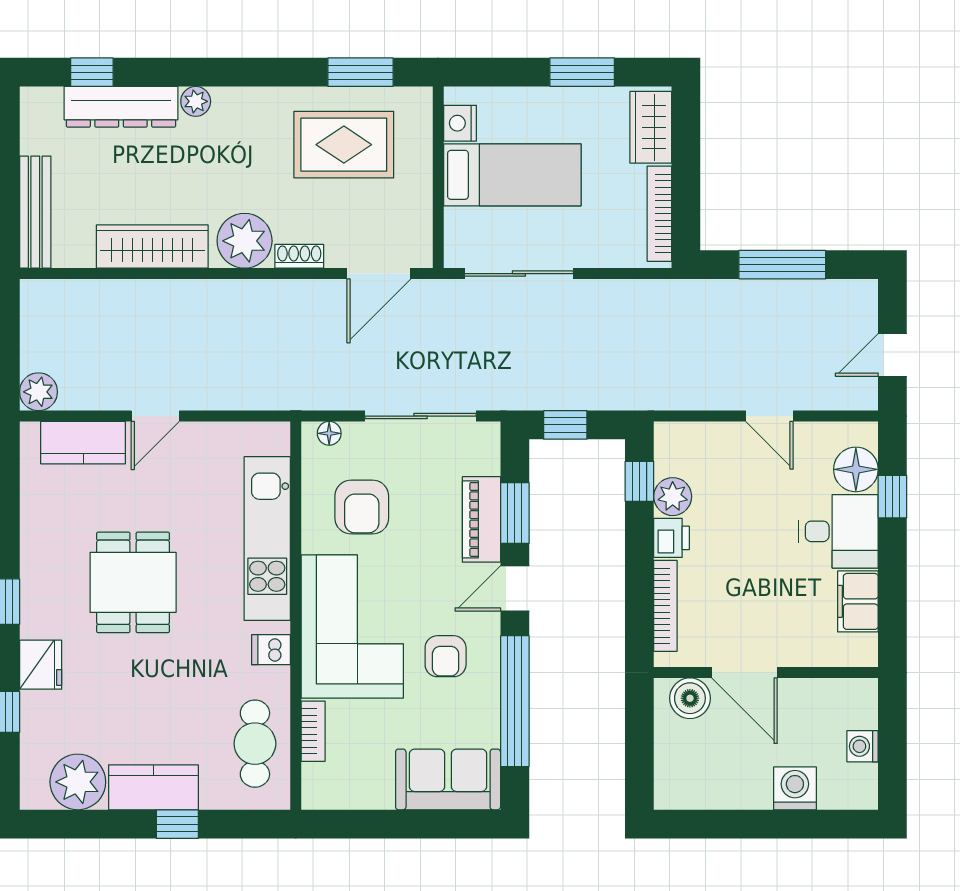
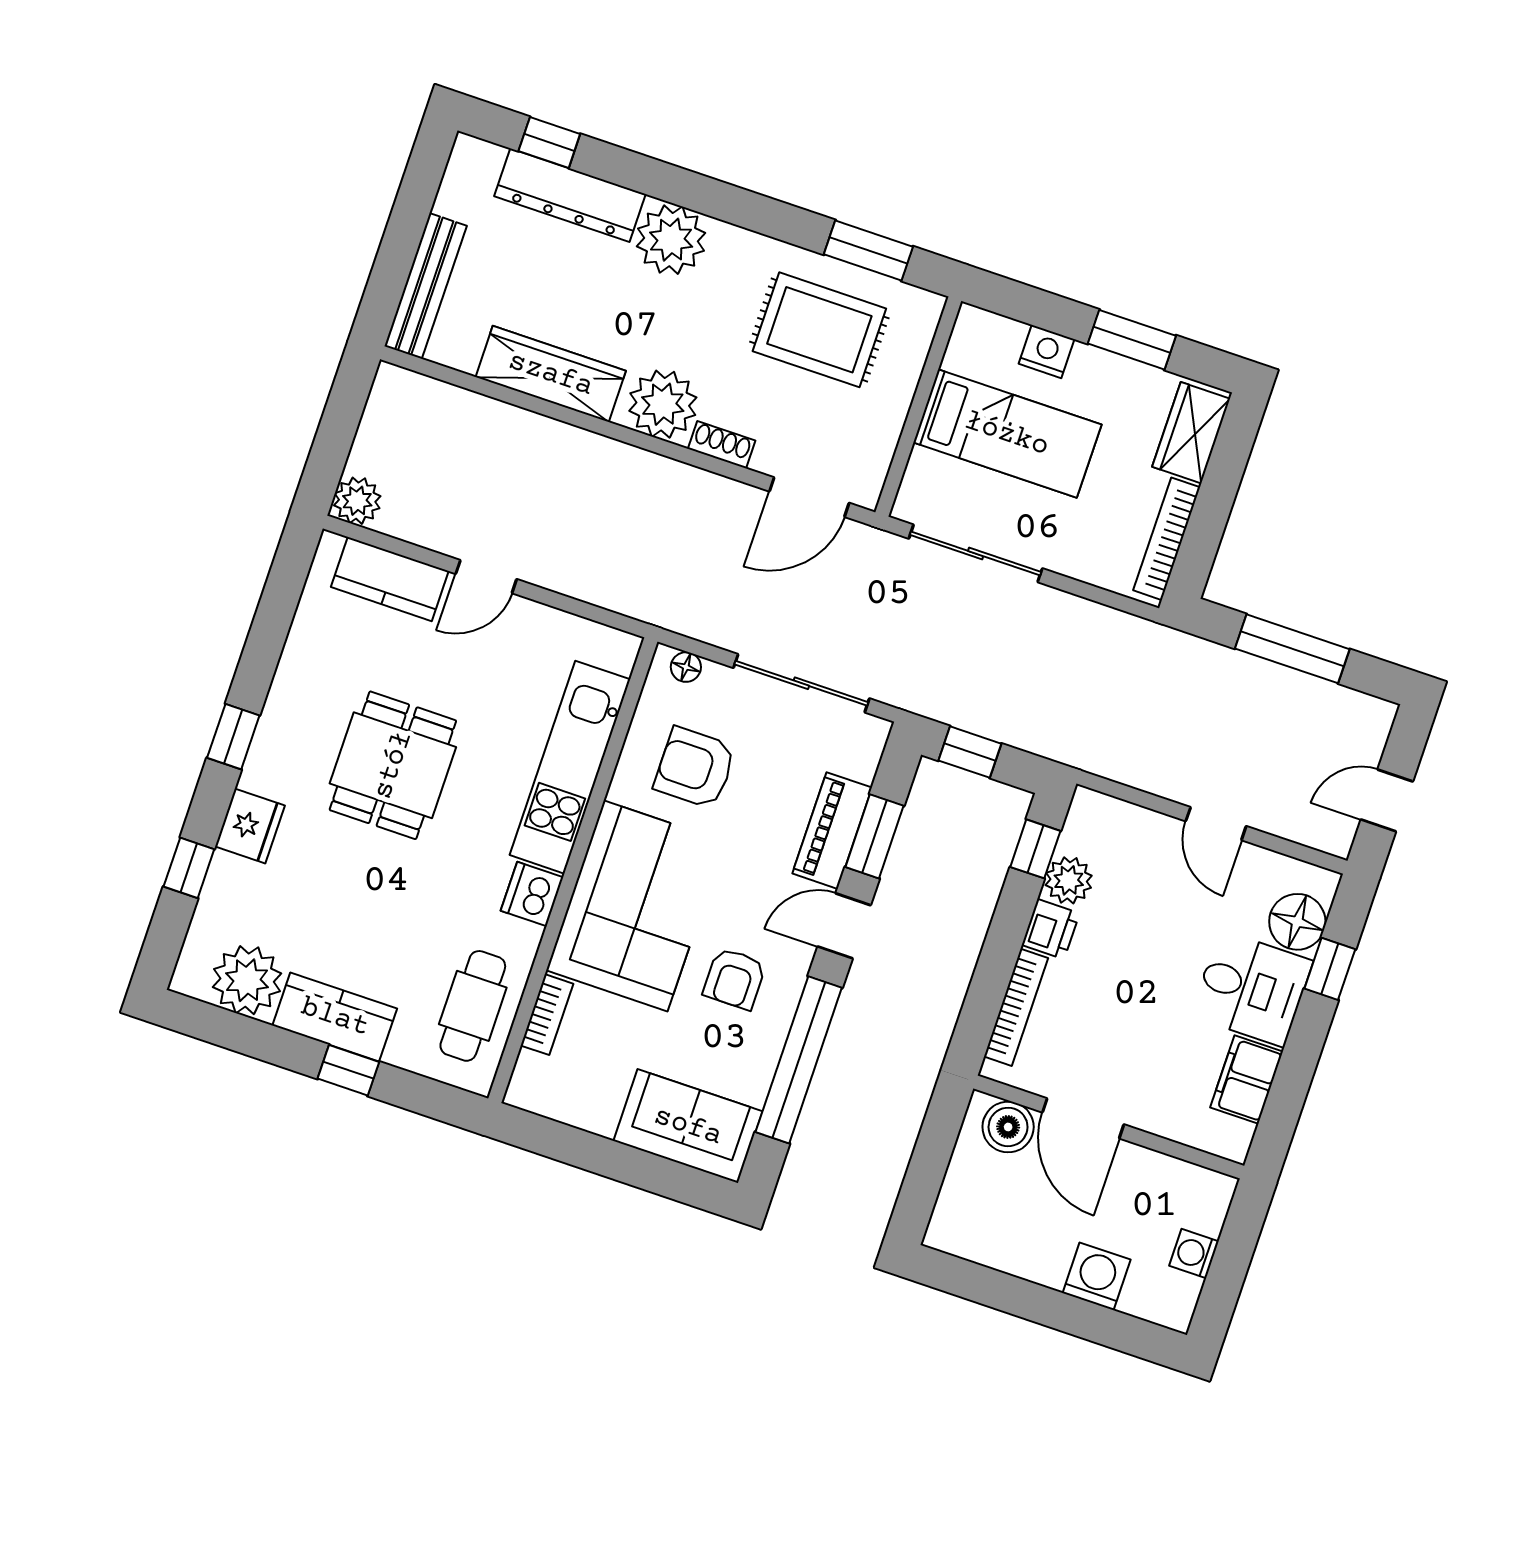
plant: (196, 101) -> (671, 240), width x1.88, depth x1.88
nightstand: (460, 123) -> (1047, 352), moved, turned 90
armchair: (362, 507) -> (695, 768), turned 90
dishwasher: (271, 650) -> (532, 894), width x1.38

